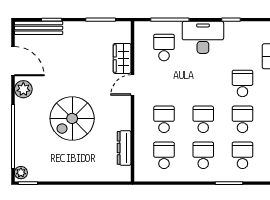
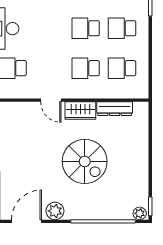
wardrobe: (122, 58) -> (80, 111), moved

